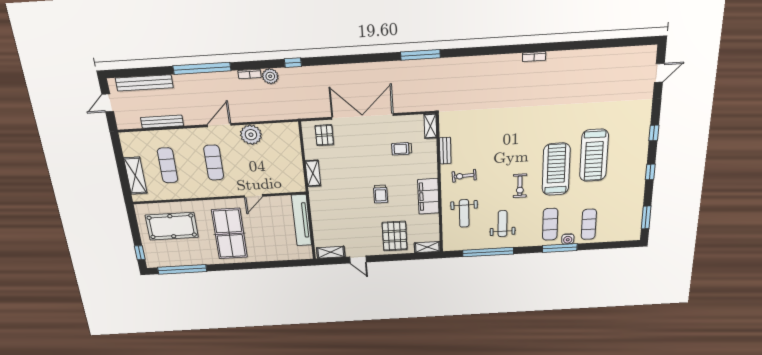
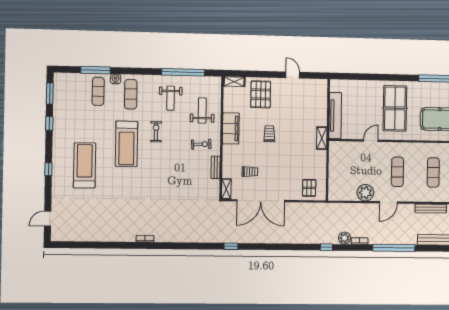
window: (420, 55) -> (231, 246), width x0.46
double door: (362, 116) -> (261, 201), moved
treadmill: (594, 155) -> (85, 165), moved
window: (650, 172) -> (49, 123), moved
shelving: (313, 173) -> (322, 138), moved
window: (560, 248) -> (96, 70), moved
shelving: (331, 252) -> (315, 84), removed

